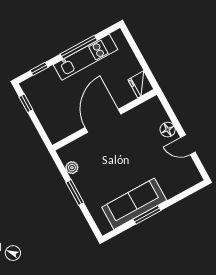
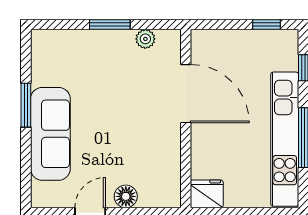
kitchen unit: (85, 57) -> (285, 139), width x1.36
door: (103, 121) -> (186, 94), moved
sofa: (134, 204) -> (50, 134), moved

